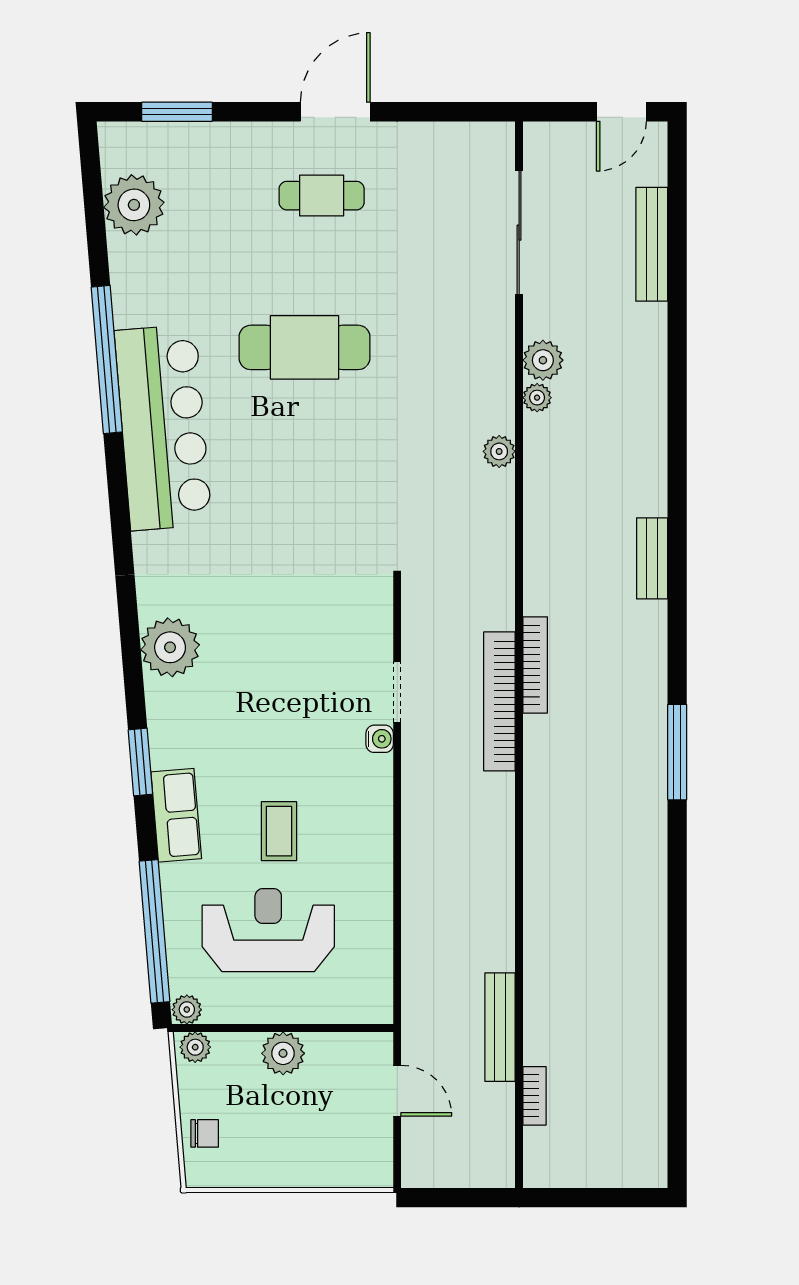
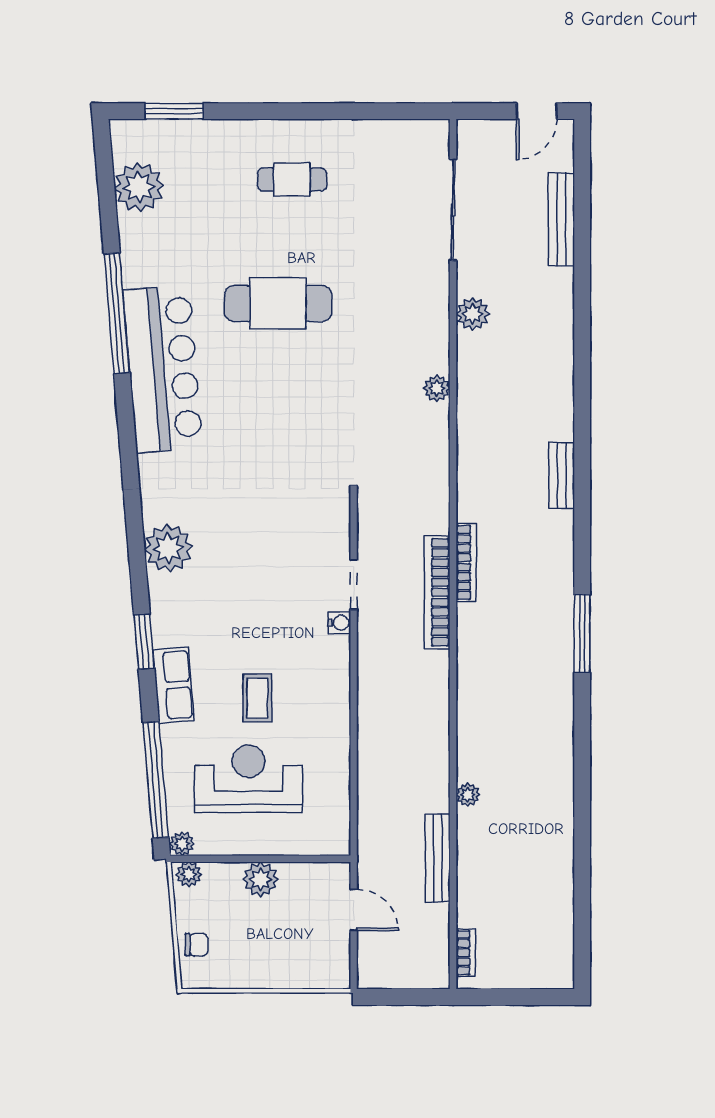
door: (335, 112) -> (303, 111), removed
plant: (537, 398) -> (468, 795), moved
bookcase: (534, 1096) -> (466, 953), moved

